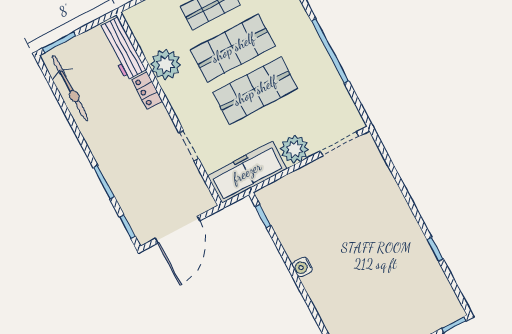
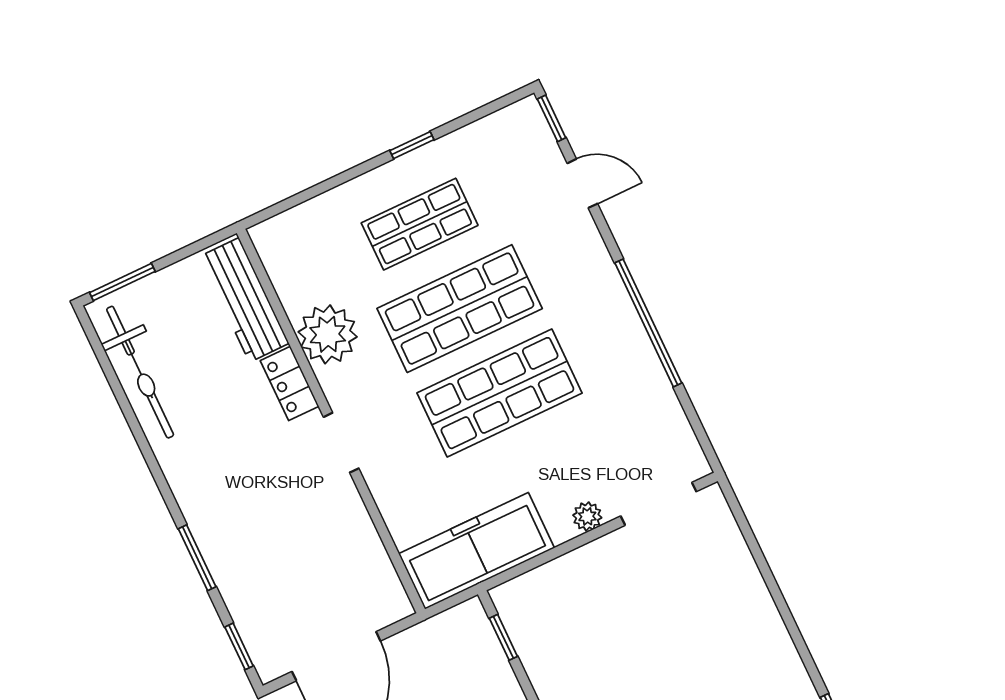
doorway: (189, 146) -> (341, 443), moved
plant: (294, 149) -> (587, 516), width x0.53, depth x0.53

